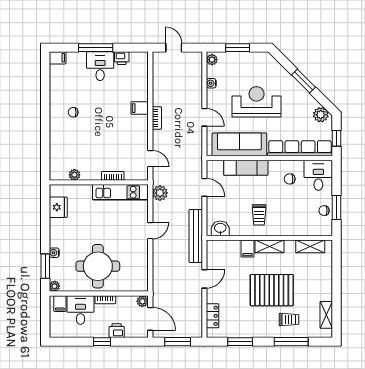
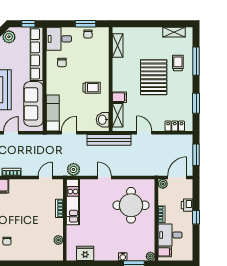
exam couch: (246, 168) -> (53, 113), moved
shelving: (269, 246) -> (118, 115), moved
round table: (98, 266) -> (131, 205), moved

